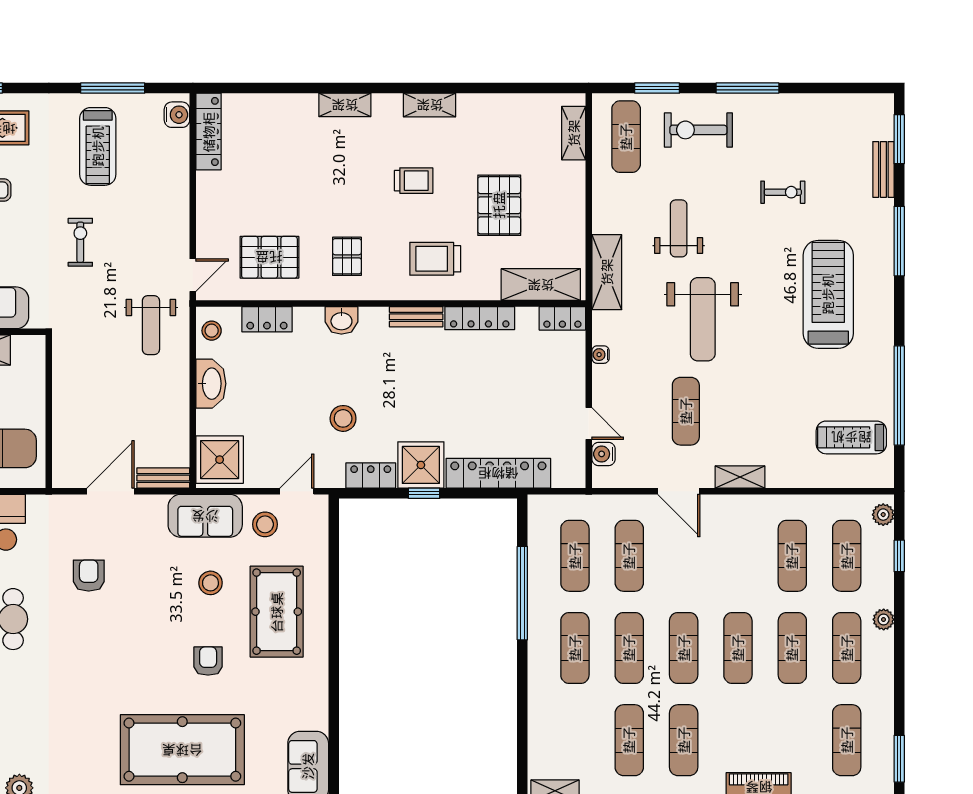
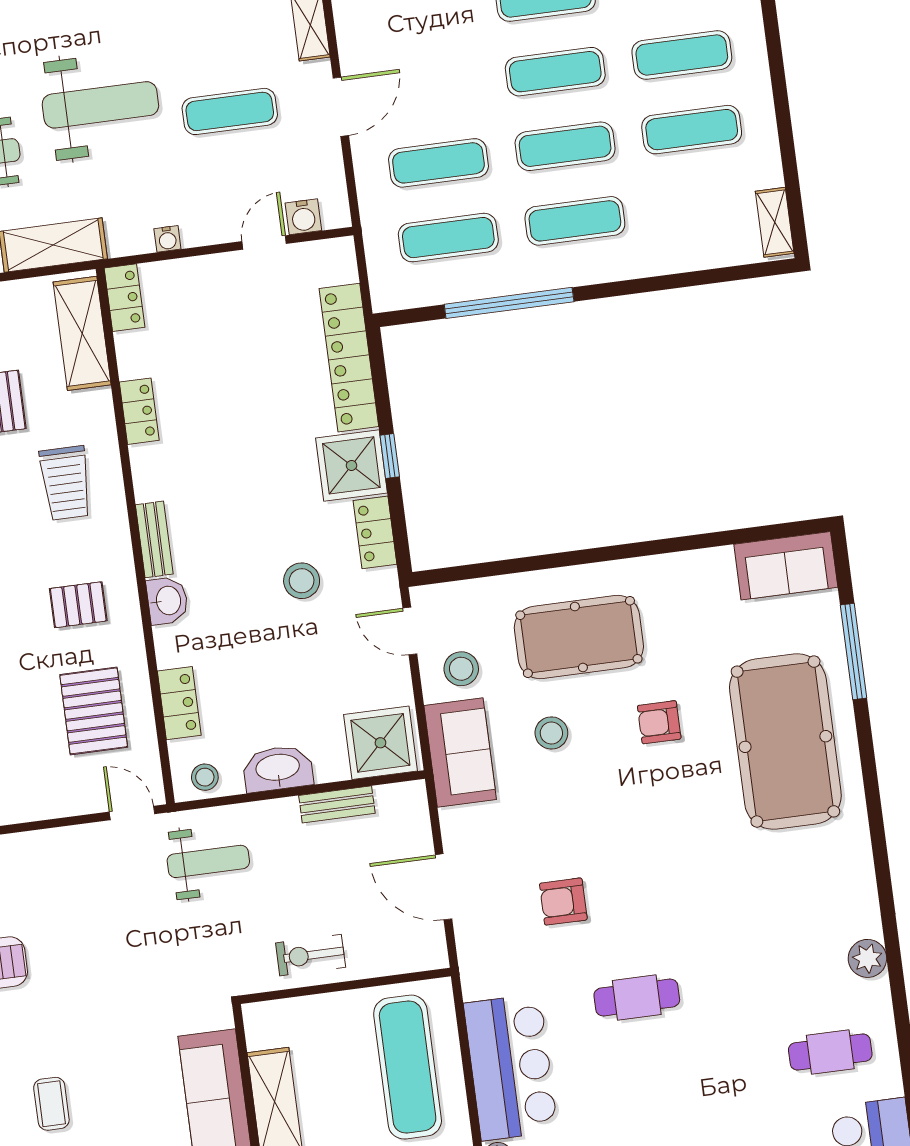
exercise bike: (80, 242) -> (311, 955), moved
bench: (416, 317) -> (154, 539), moved
locker: (480, 318) -> (139, 411), width x0.66
bench: (163, 478) -> (337, 804), moved, turned 90

